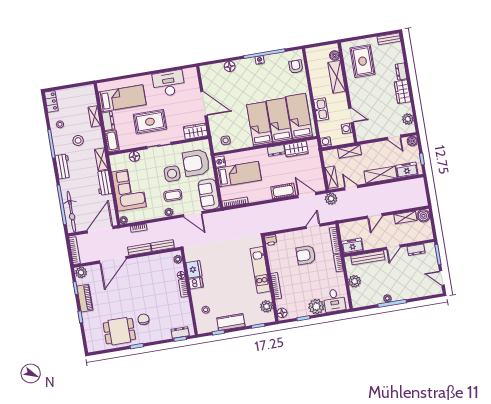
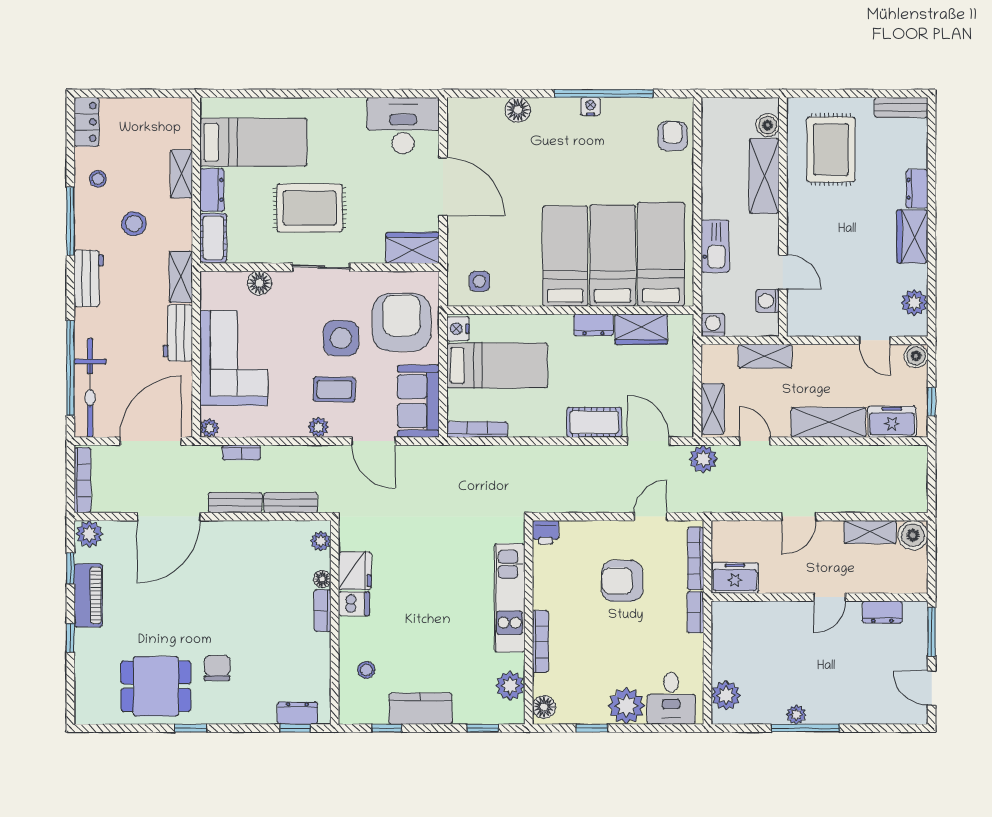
desk: (169, 83) -> (403, 126), moved
armchair: (196, 163) -> (402, 322), turned 90
bench: (368, 258) -> (766, 612), removed
plant: (355, 281) -> (726, 695), moved

